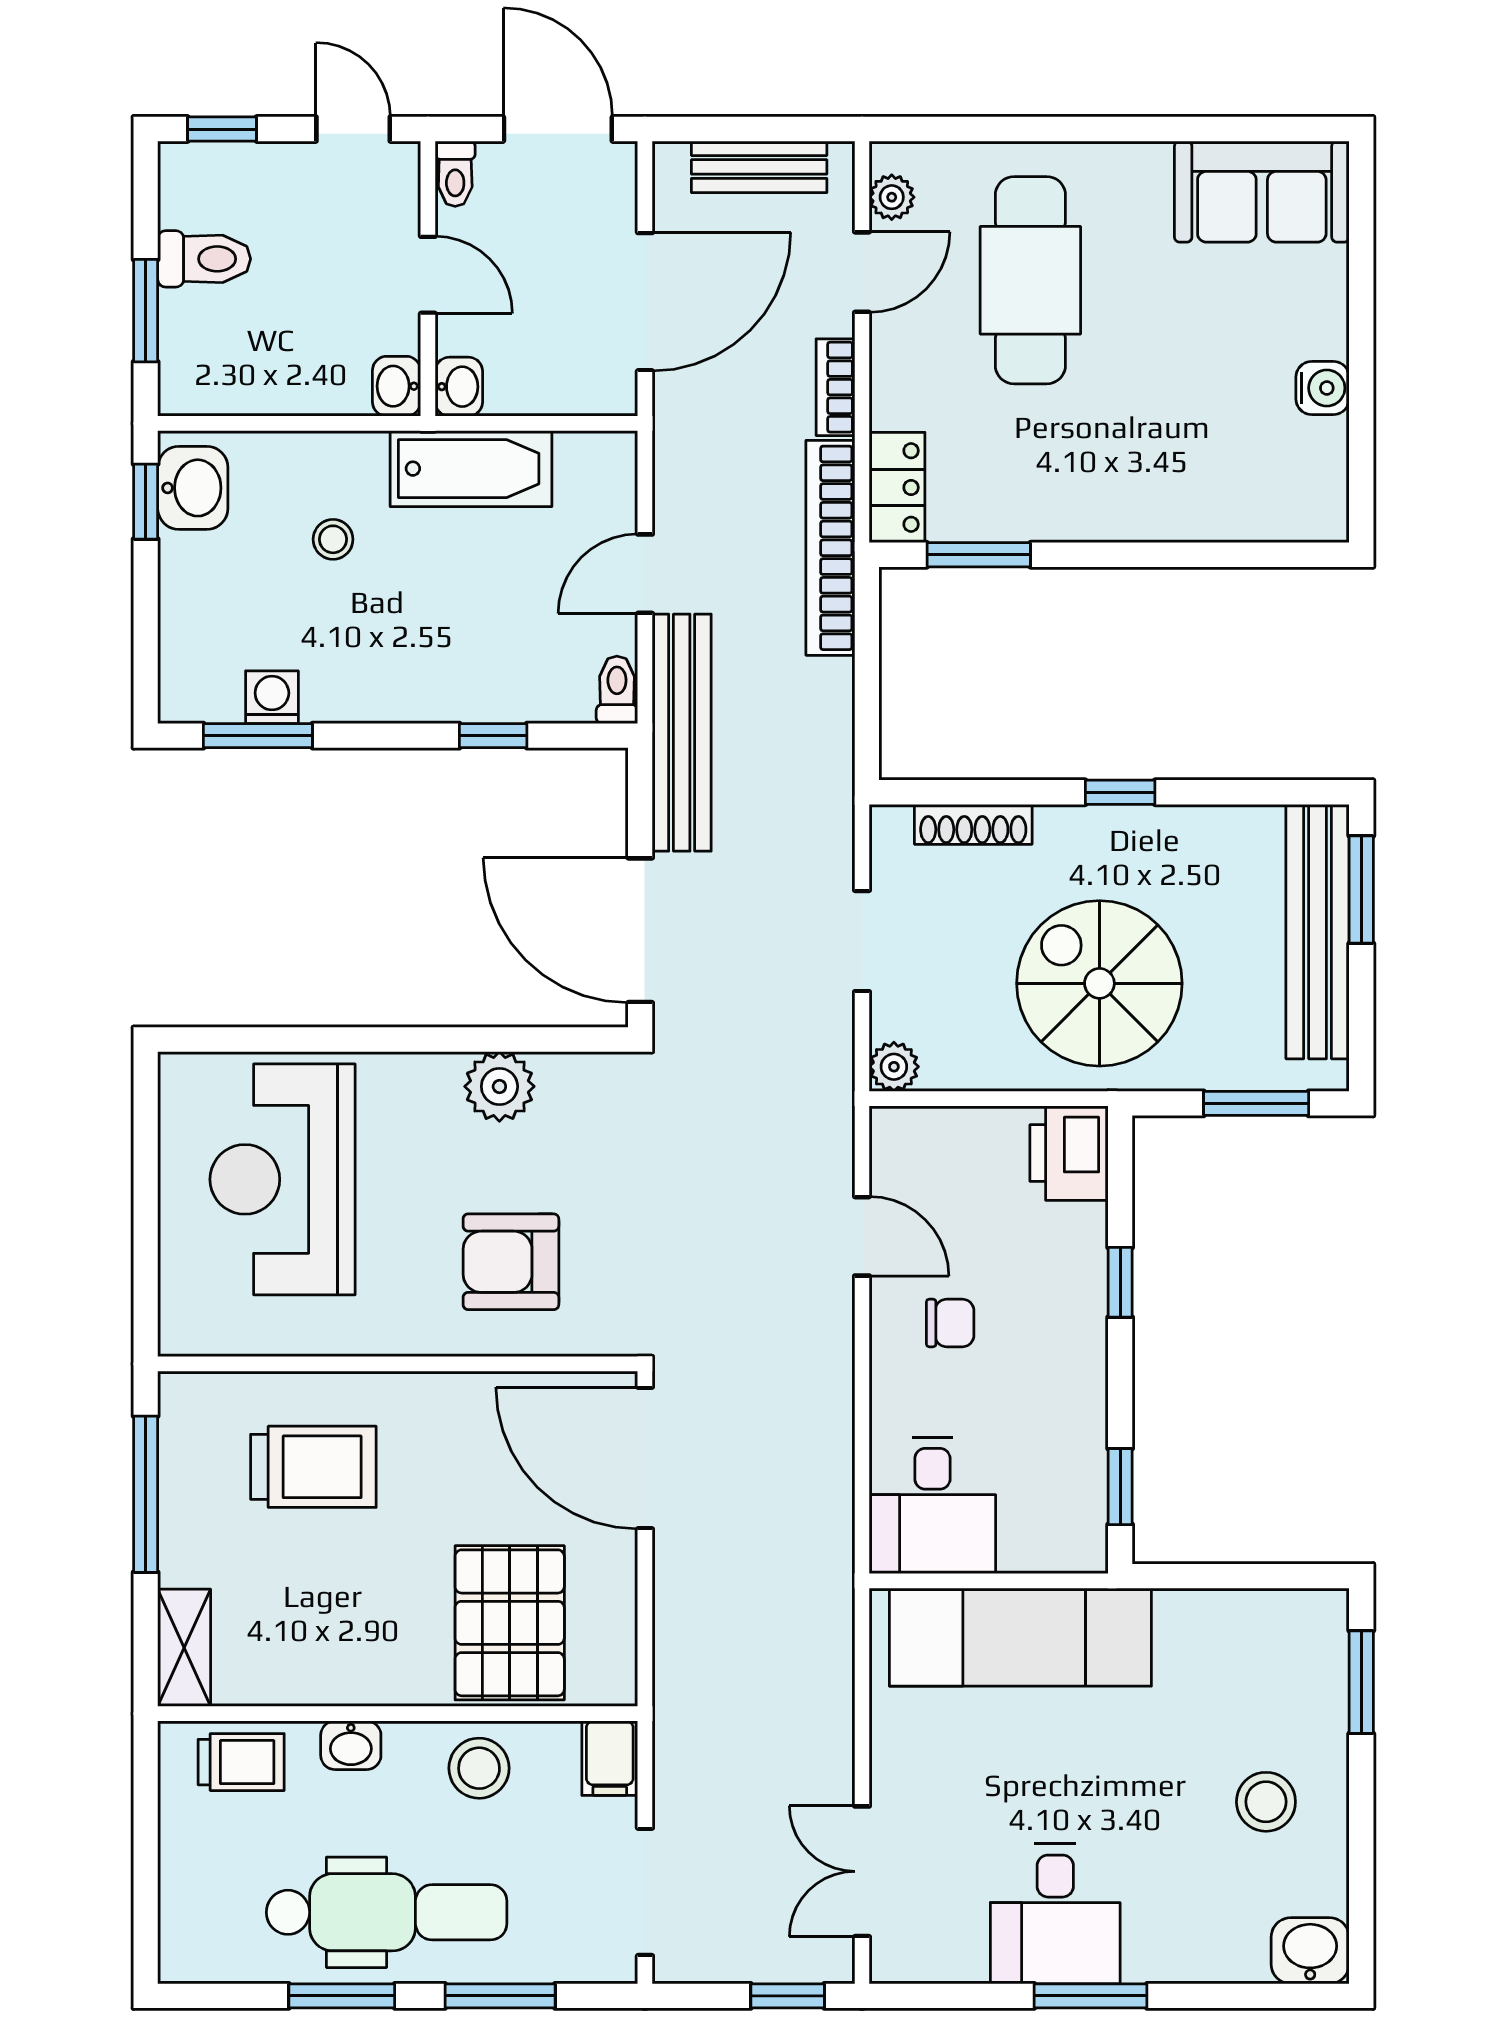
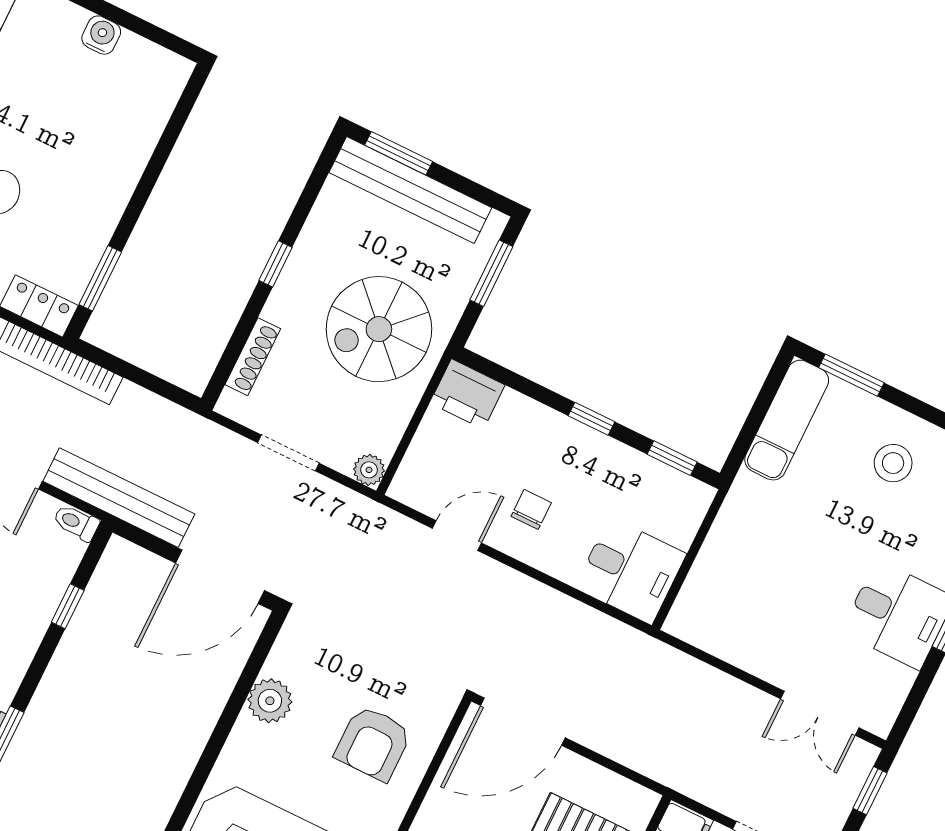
window: (1120, 1282) -> (592, 419), moved
exam couch: (1020, 1637) -> (787, 420), moved, width x0.73, depth x0.69

